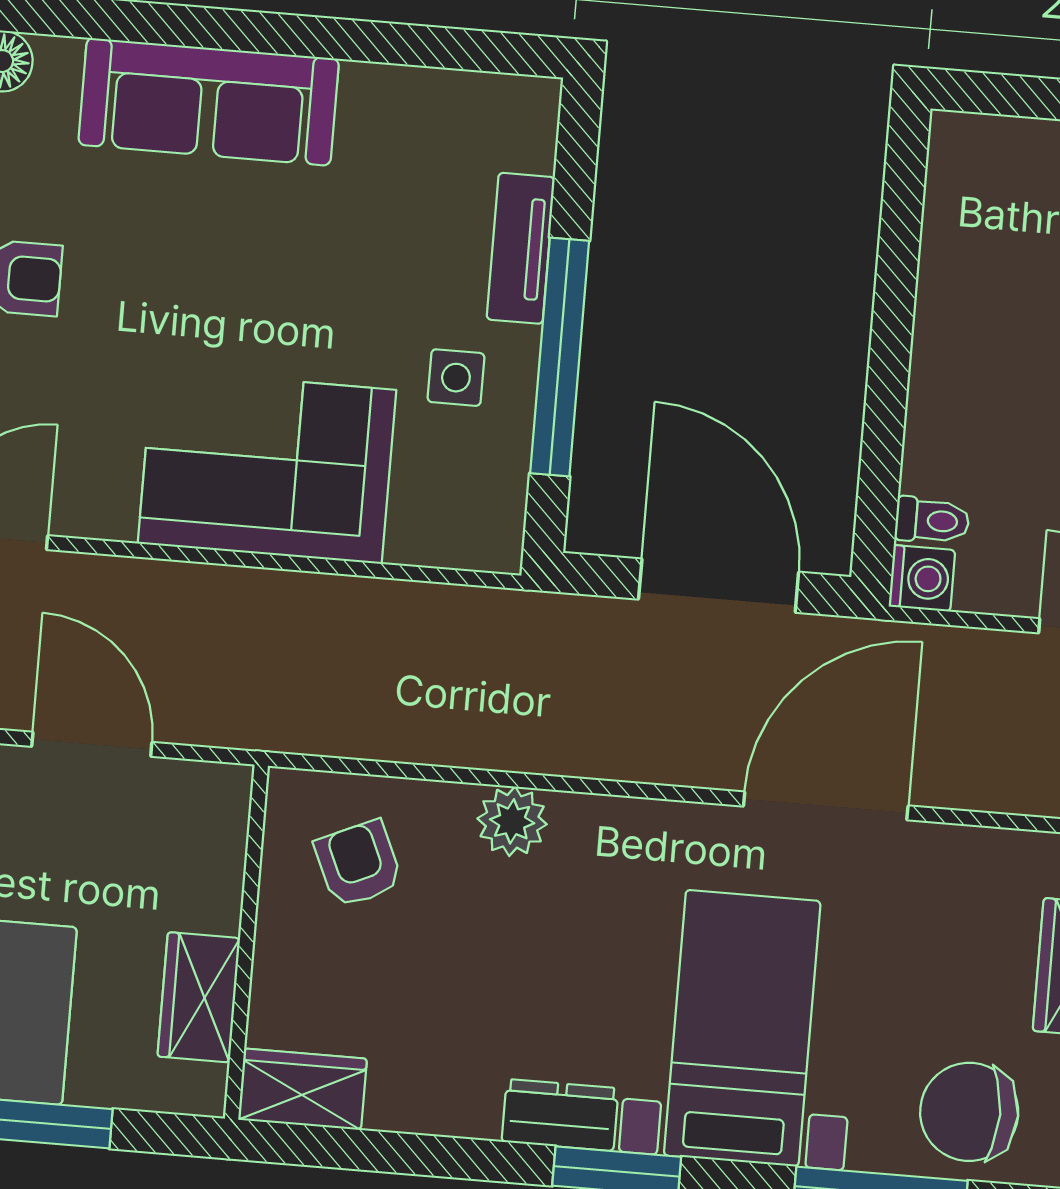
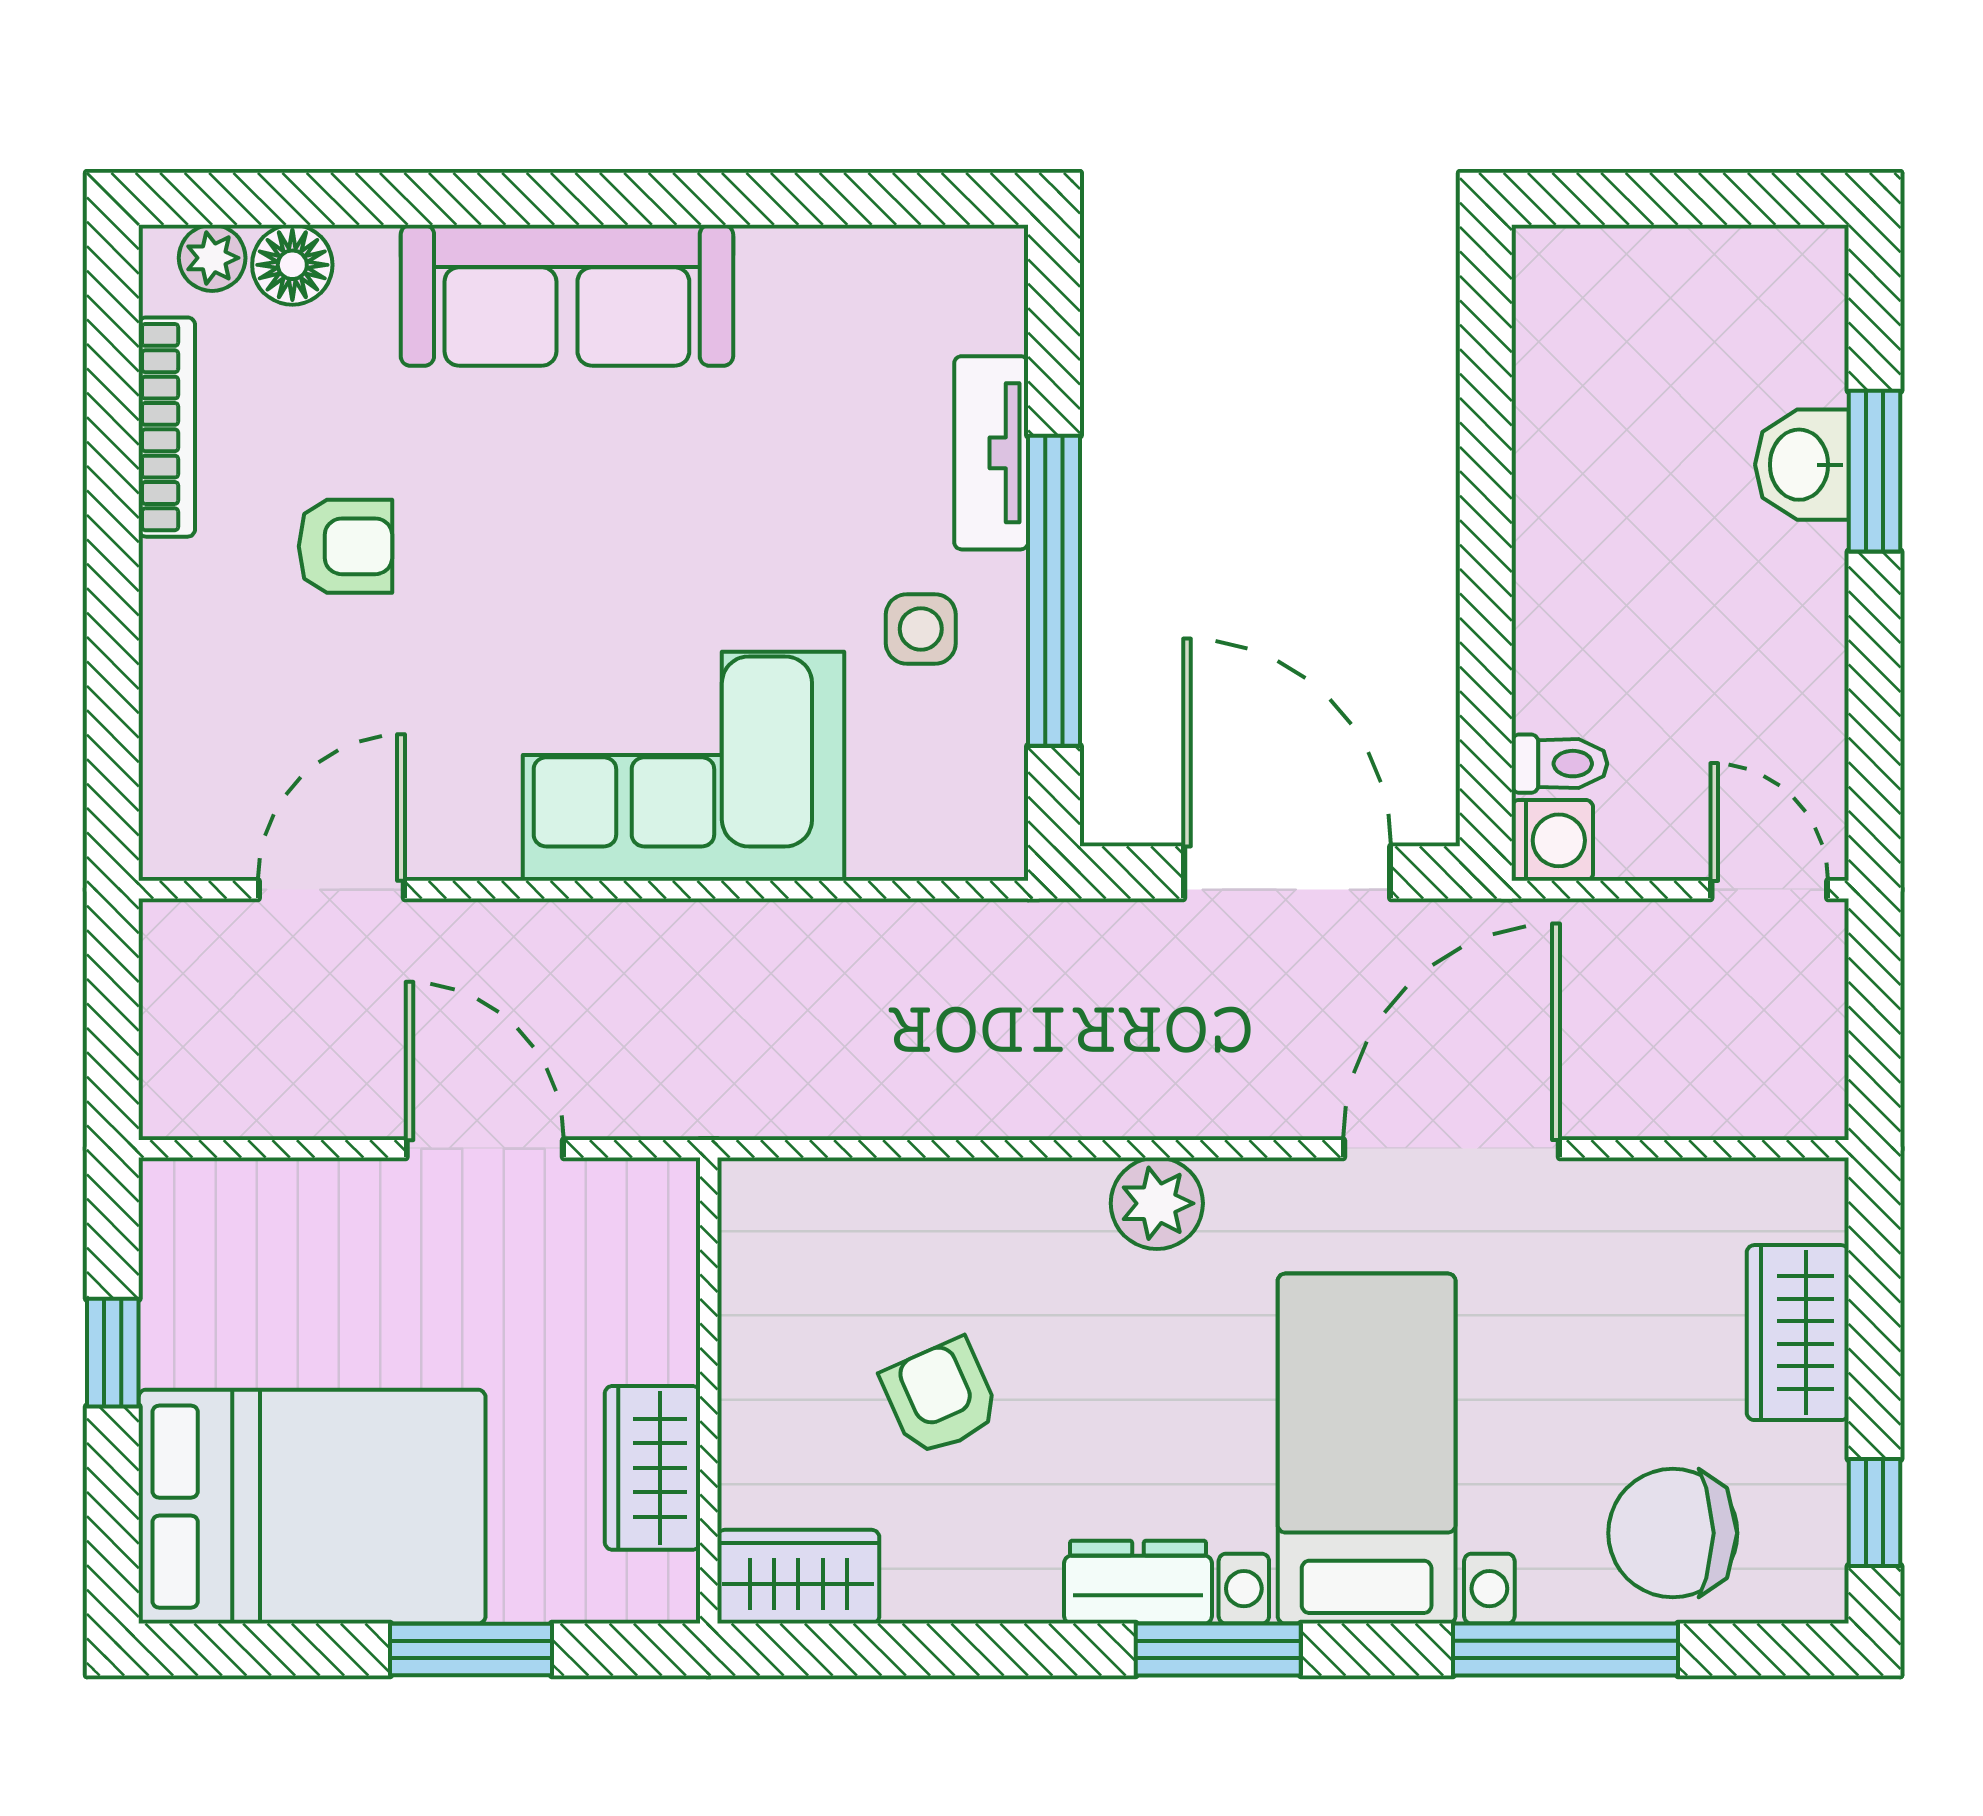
plant: (512, 821) -> (1157, 1203), moved
armchair: (358, 864) -> (940, 1397), moved

